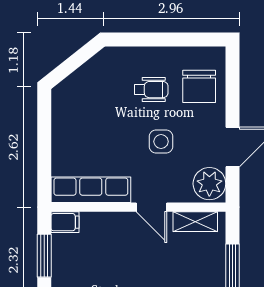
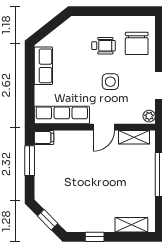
row of seats: (64, 119) -> (43, 66), added
plant: (209, 184) -> (149, 116), width x0.53, depth x0.53
door: (151, 207) -> (104, 127), hinge flipped

